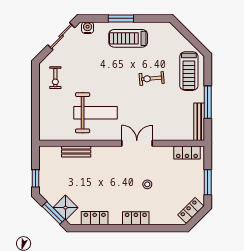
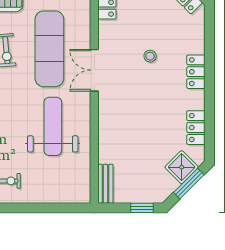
exercise mat: (153, 110) -> (49, 49), added
bench: (76, 152) -> (105, 184), moved

